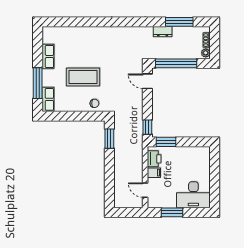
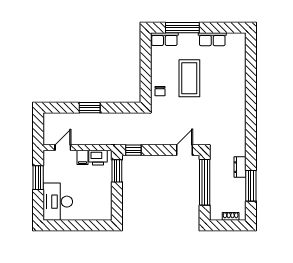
plant: (206, 53) -> (216, 215), removed
window: (109, 139) -> (90, 108), moved

